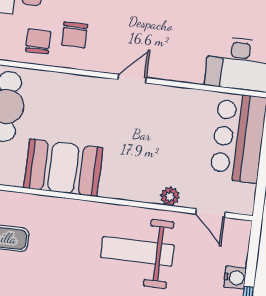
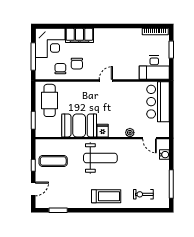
fridge: (112, 185) -> (103, 131), added
weight bench: (137, 251) -> (100, 158), moved, turned 180
water cooler: (235, 278) -> (164, 155), moved

